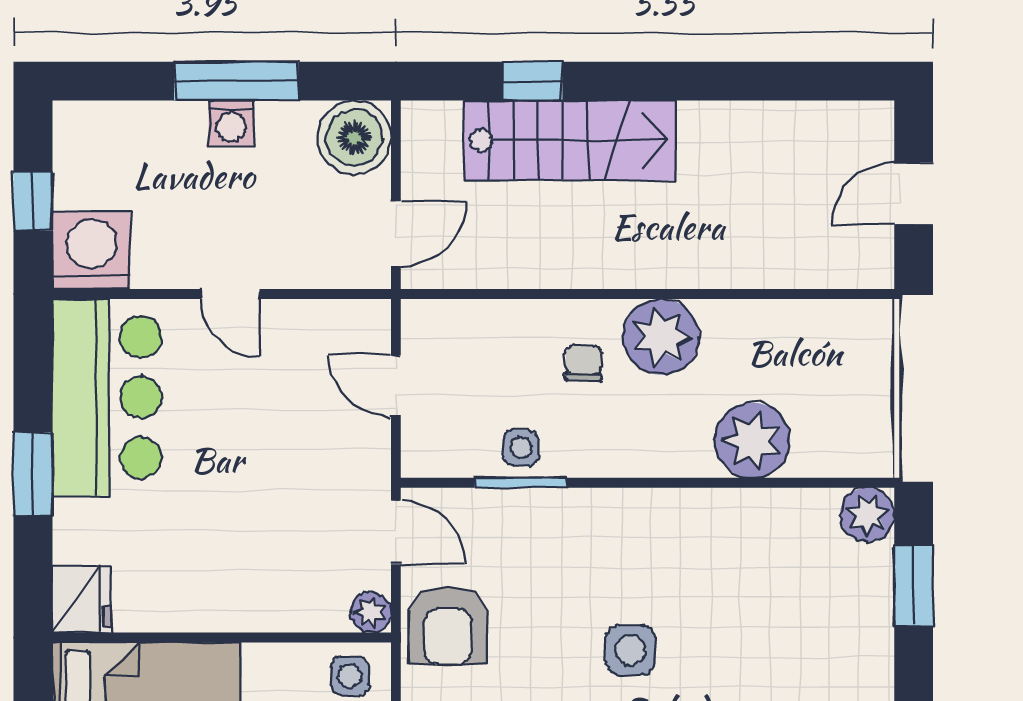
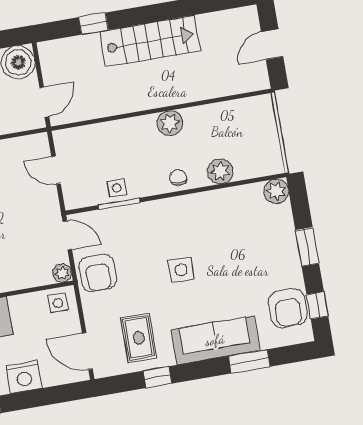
stairs: (570, 140) -> (150, 41), moved
plant: (661, 337) -> (170, 123), width x0.73, depth x0.73
chair: (584, 363) -> (178, 178), moved
plant: (753, 440) -> (220, 171), width x0.73, depth x0.73
window: (914, 586) -> (307, 247), moved

